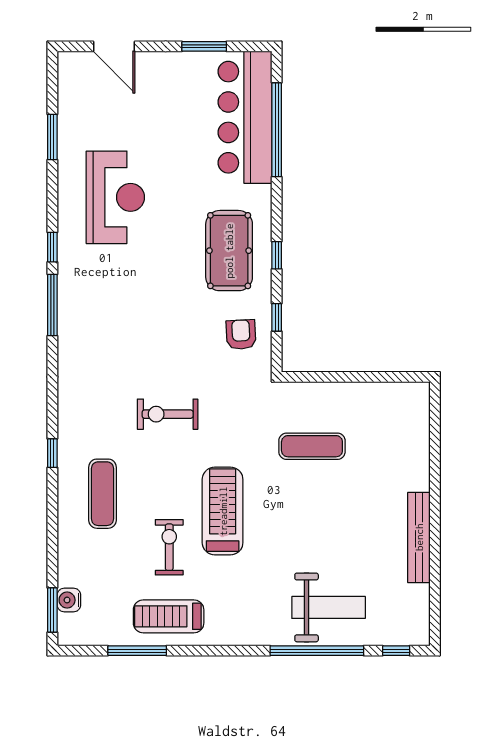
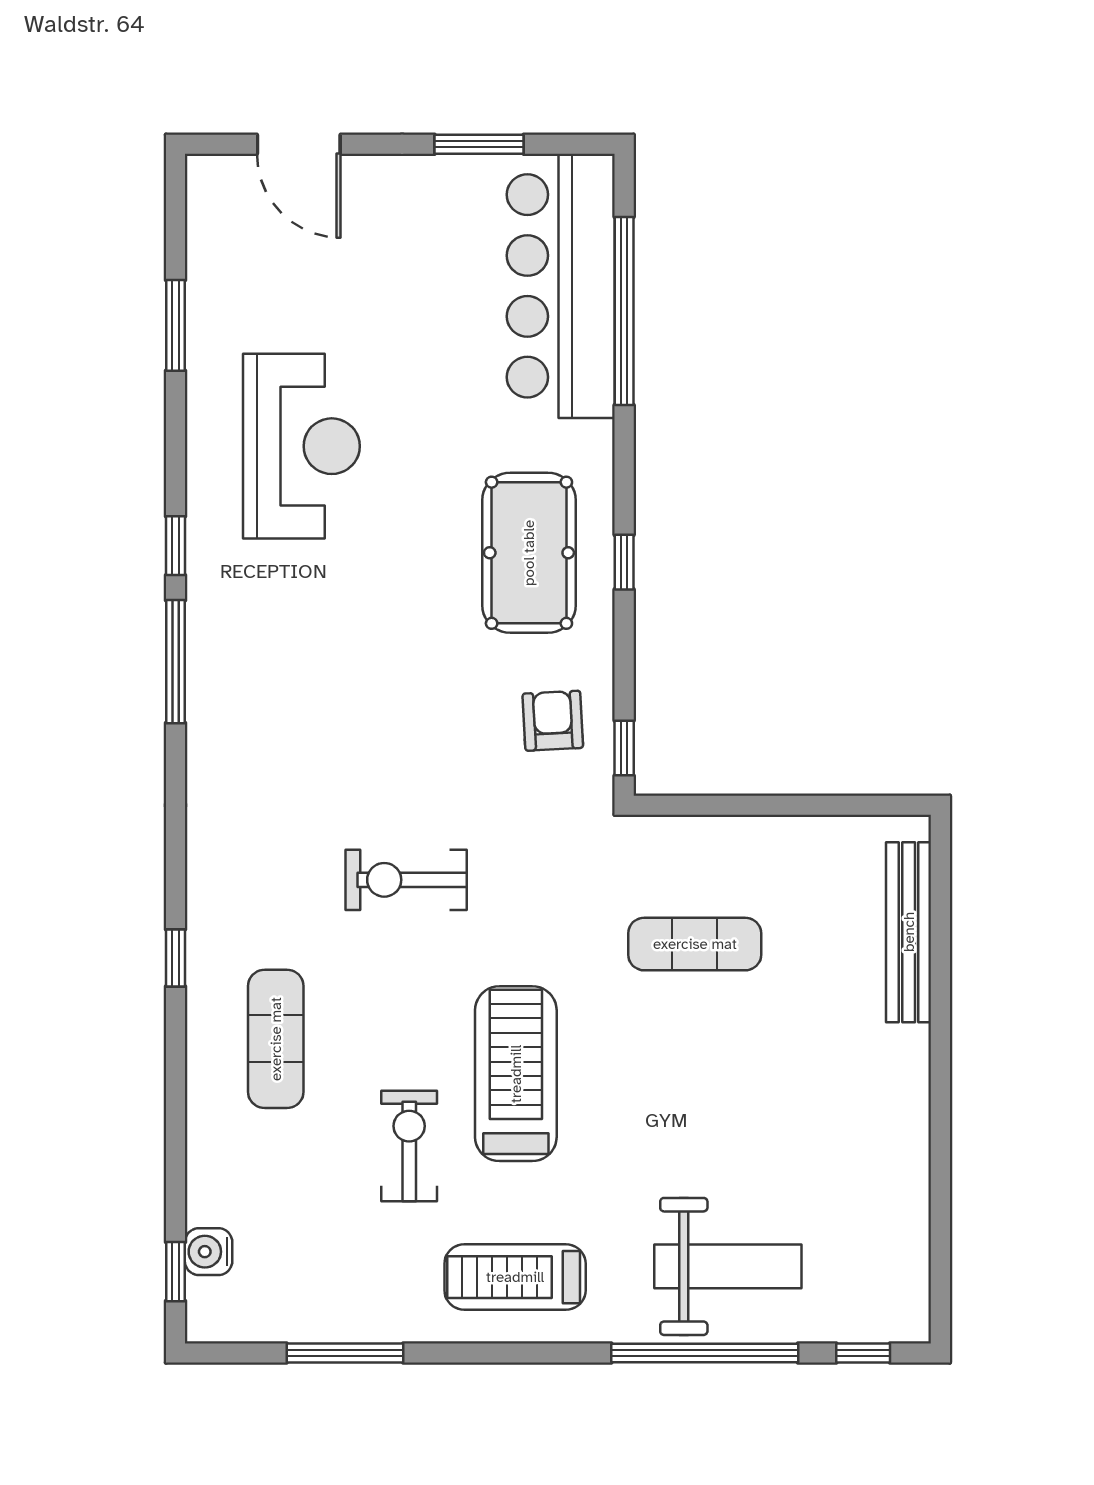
window: (277, 317) -> (624, 748), moved
bench: (419, 537) -> (909, 932), moved
window: (52, 610) -> (176, 1272), width x0.67
treadmill: (169, 616) -> (515, 1277), moved

